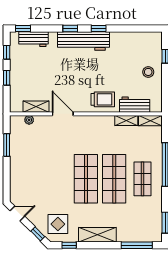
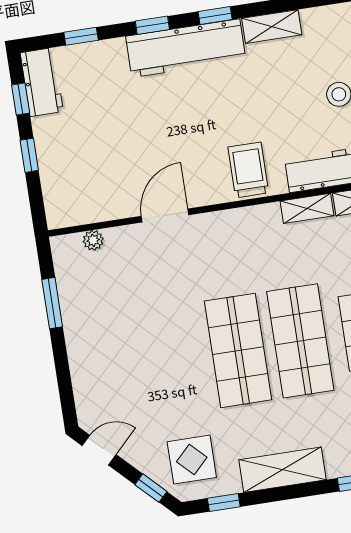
window: (23, 29) -> (81, 36), moved
workbench: (34, 39) -> (42, 82), moved, turned -90
trolley: (103, 99) -> (248, 170), turned -90
shelving: (36, 107) -> (272, 27), moved
door: (63, 114) -> (165, 216), hinge flipped

